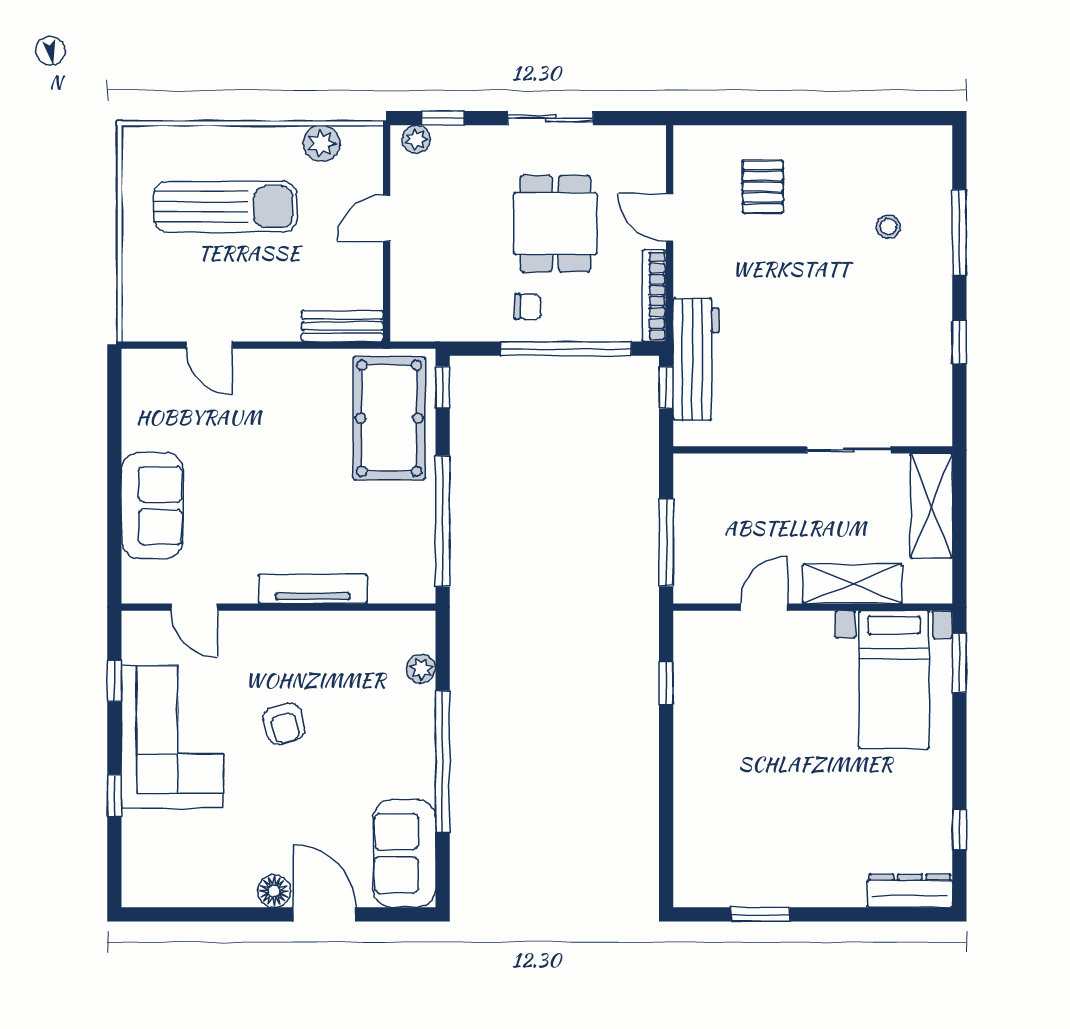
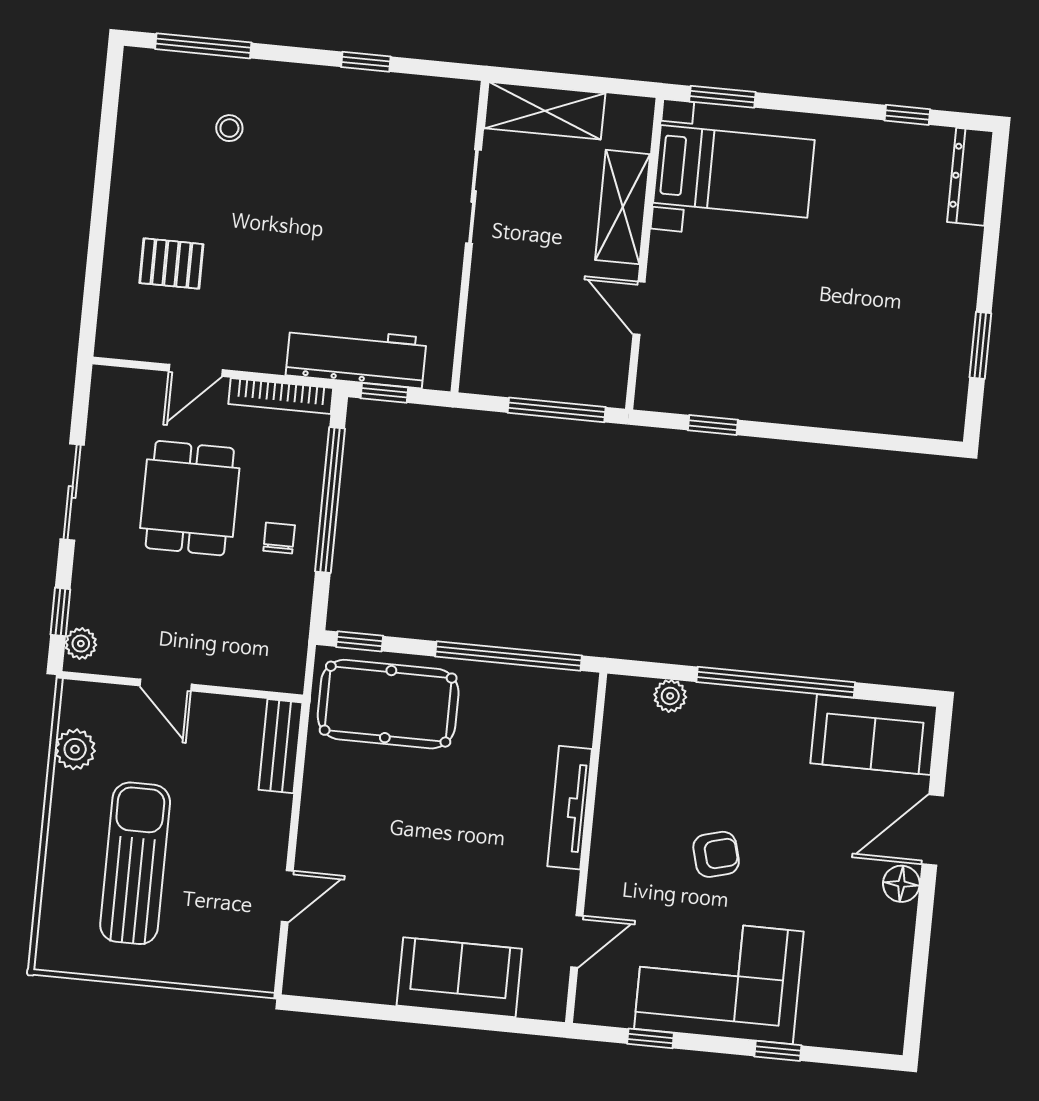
dining table: (555, 224) -> (190, 498), turned 90
window: (959, 233) -> (203, 46), moved

